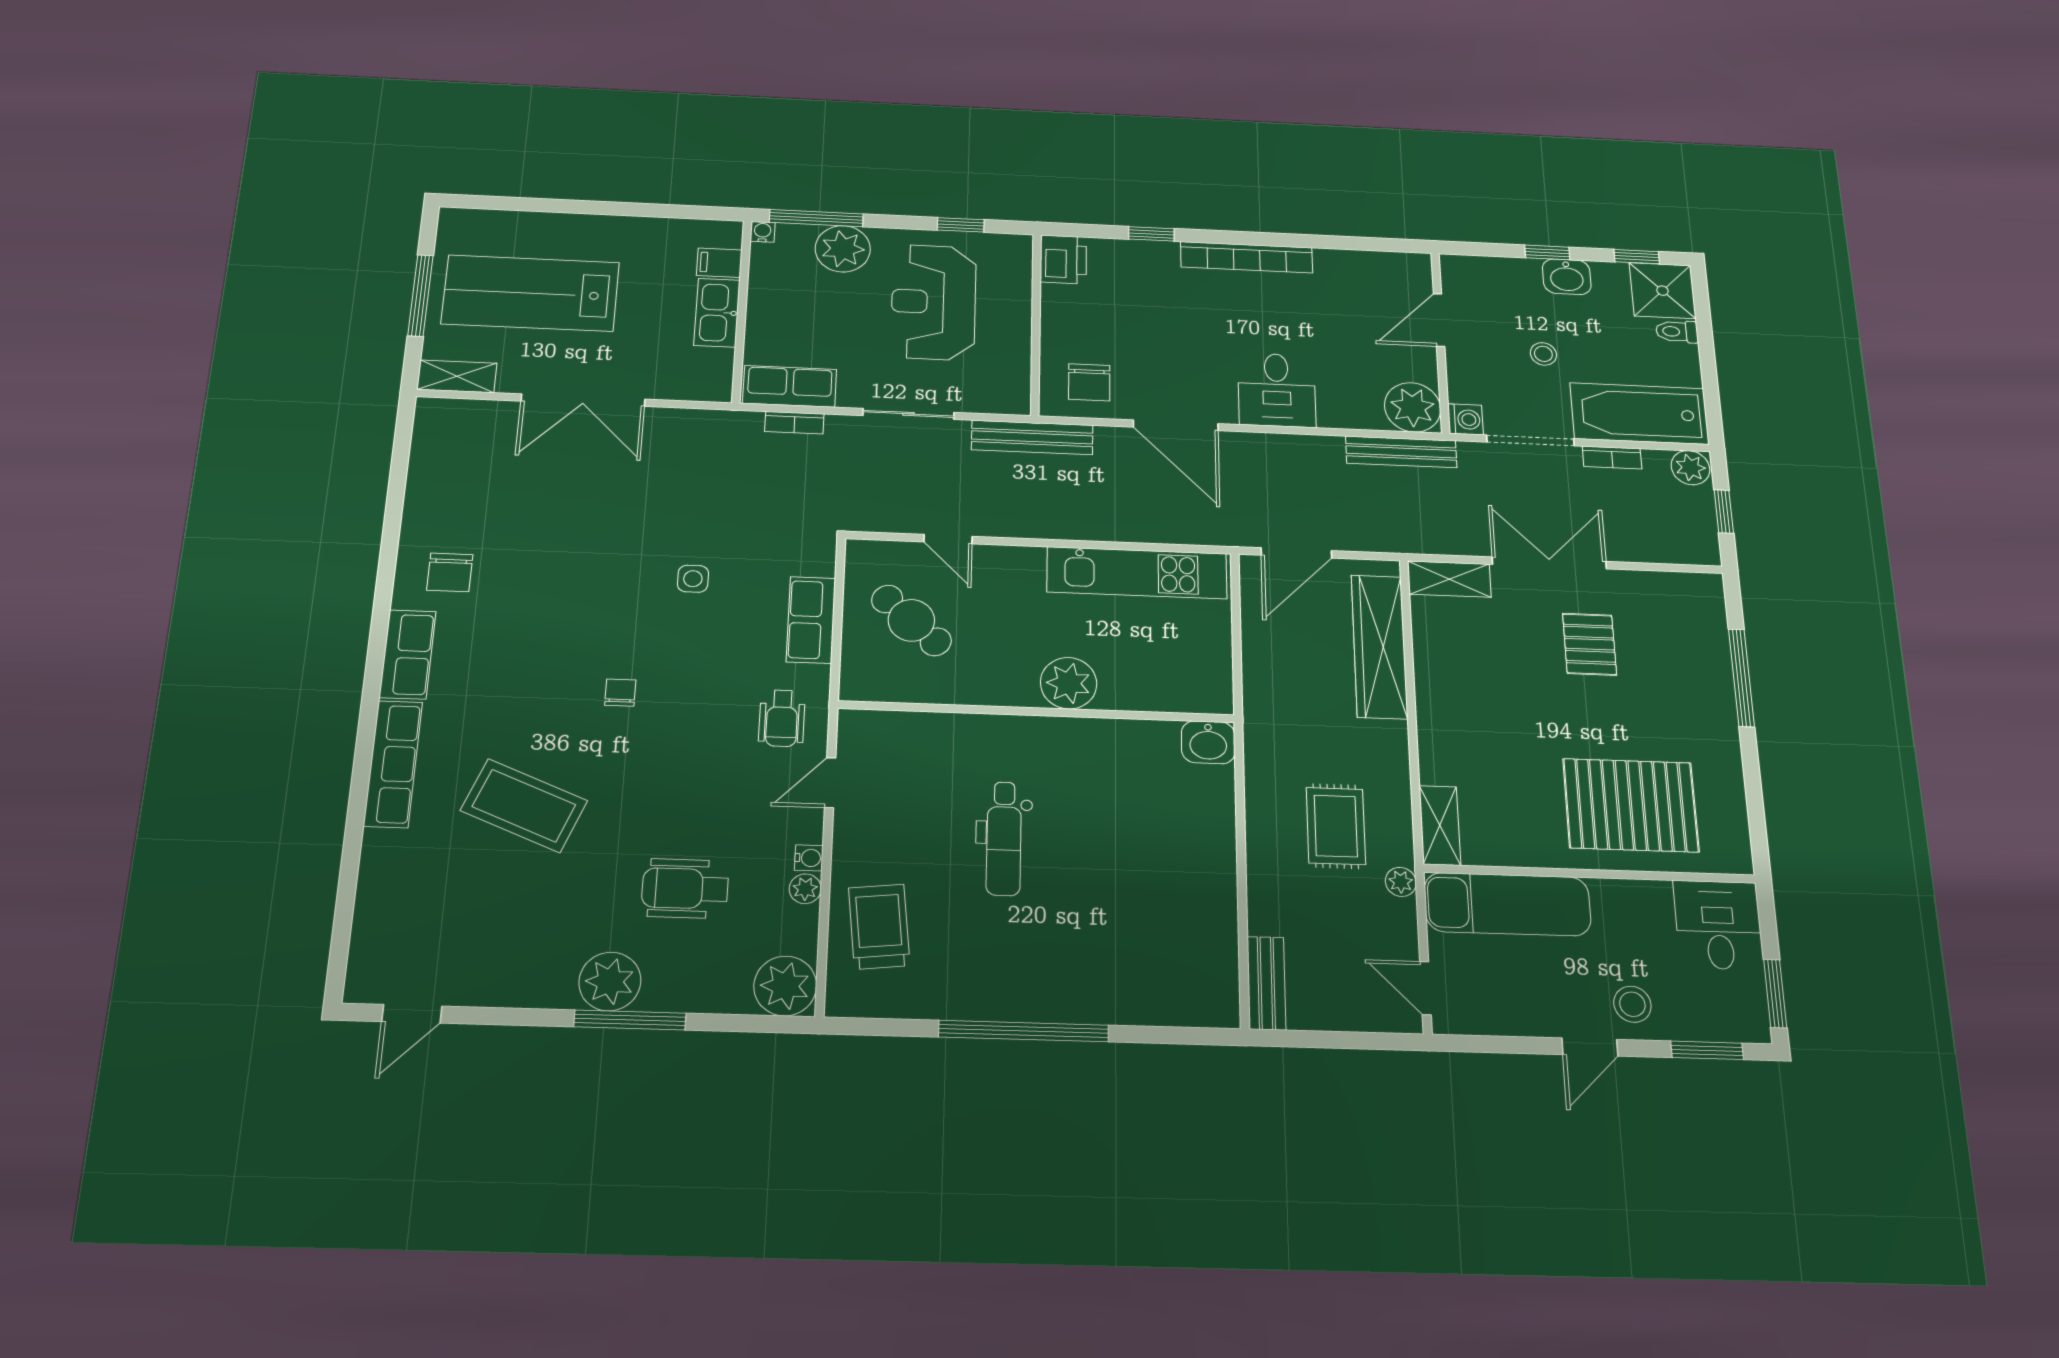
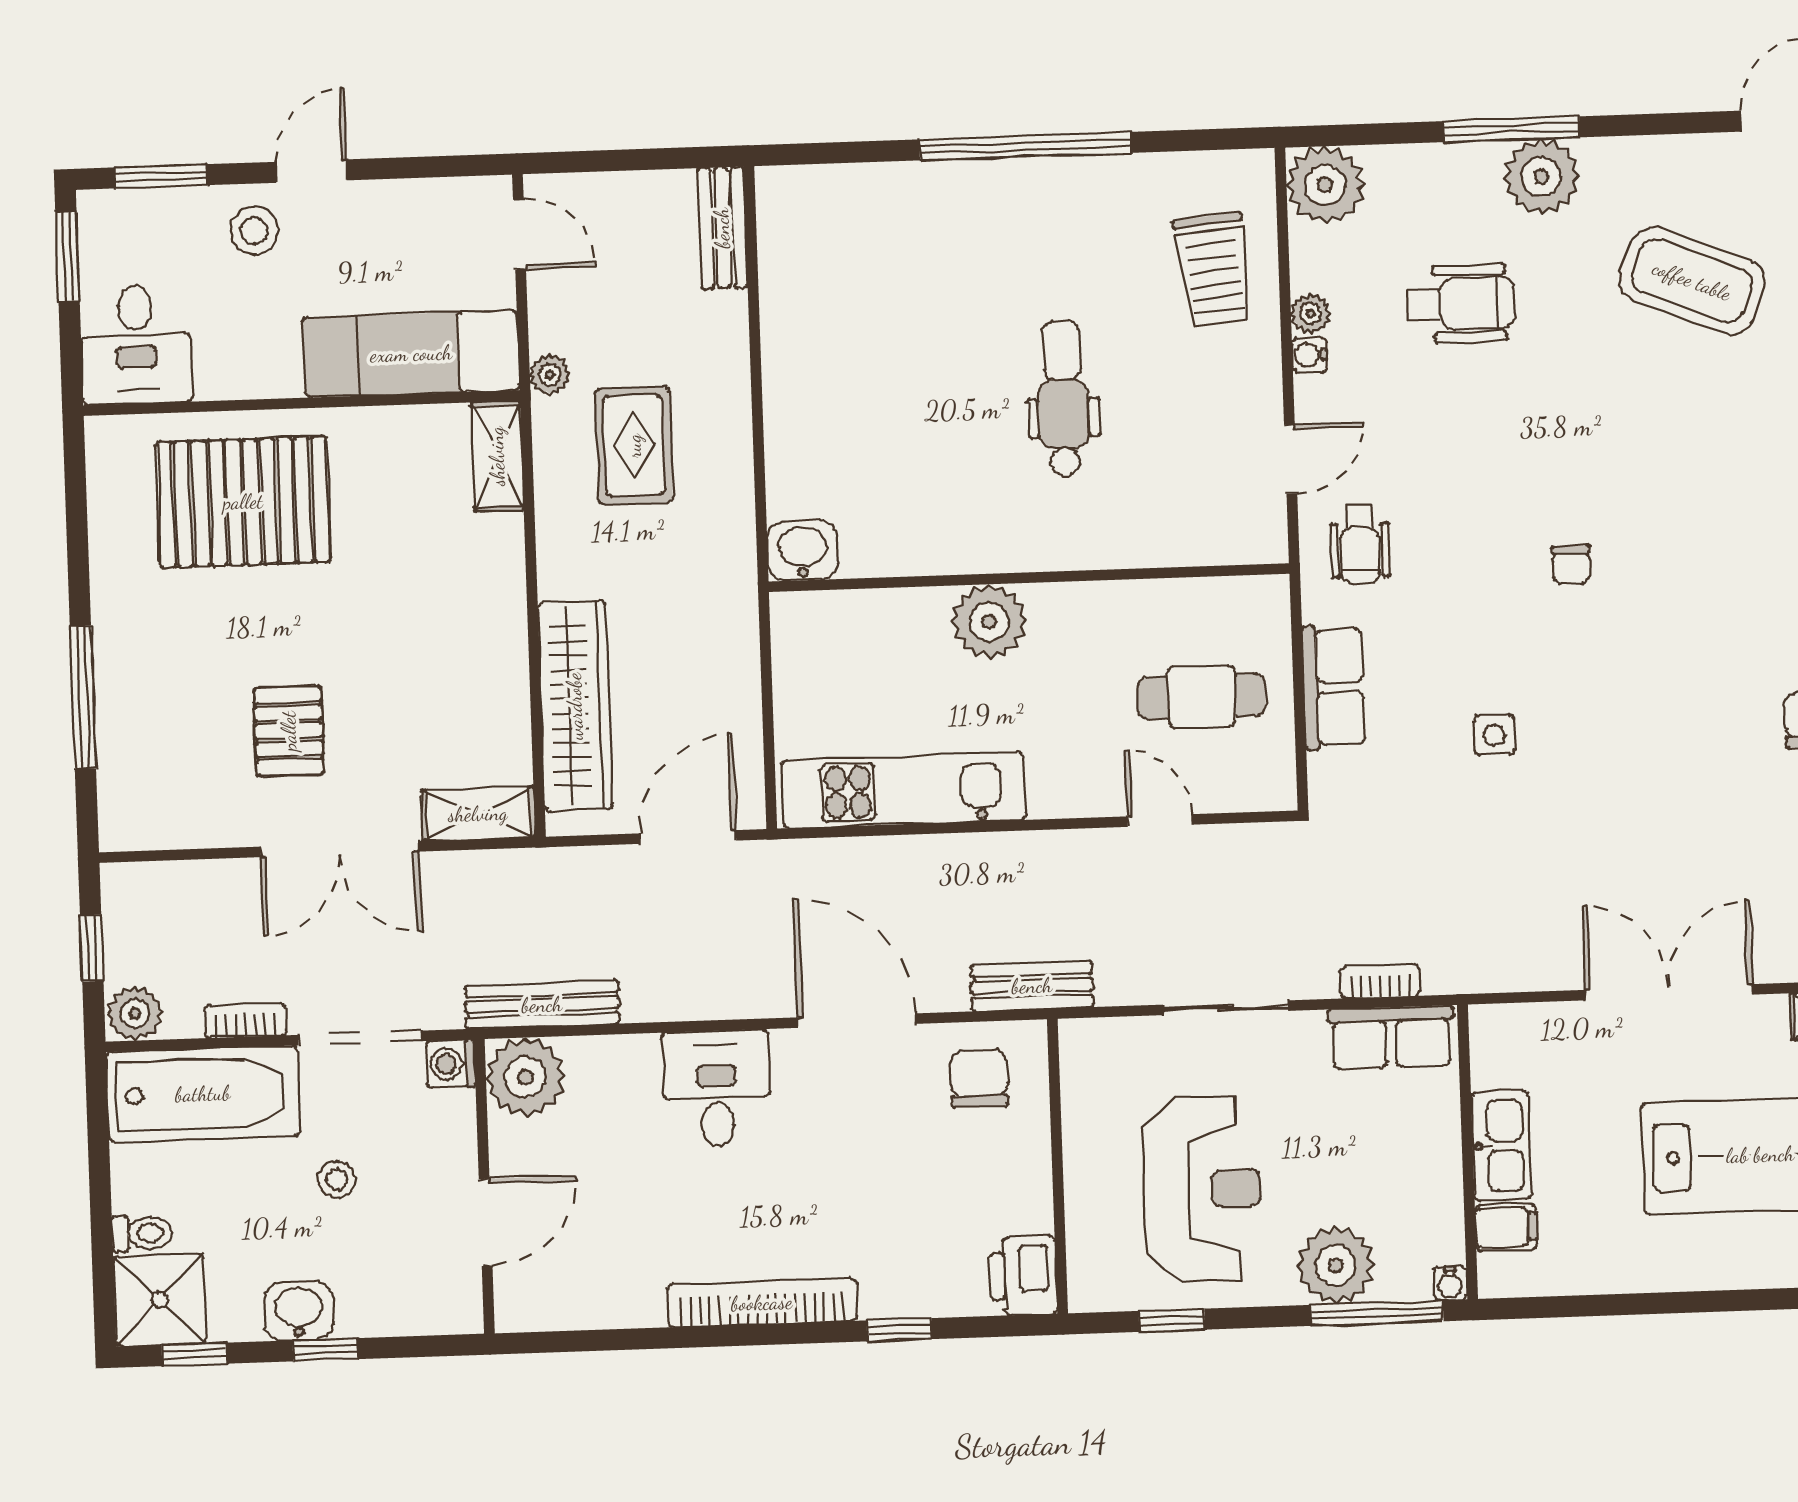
bench: (1032, 437) -> (1032, 986), width x0.73
cafe table: (911, 620) -> (1201, 697), turned -42
wheelchair: (782, 718) -> (1360, 544), turned 180
coffee table: (524, 806) -> (1692, 281), moved

